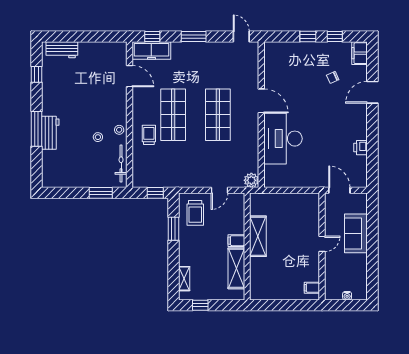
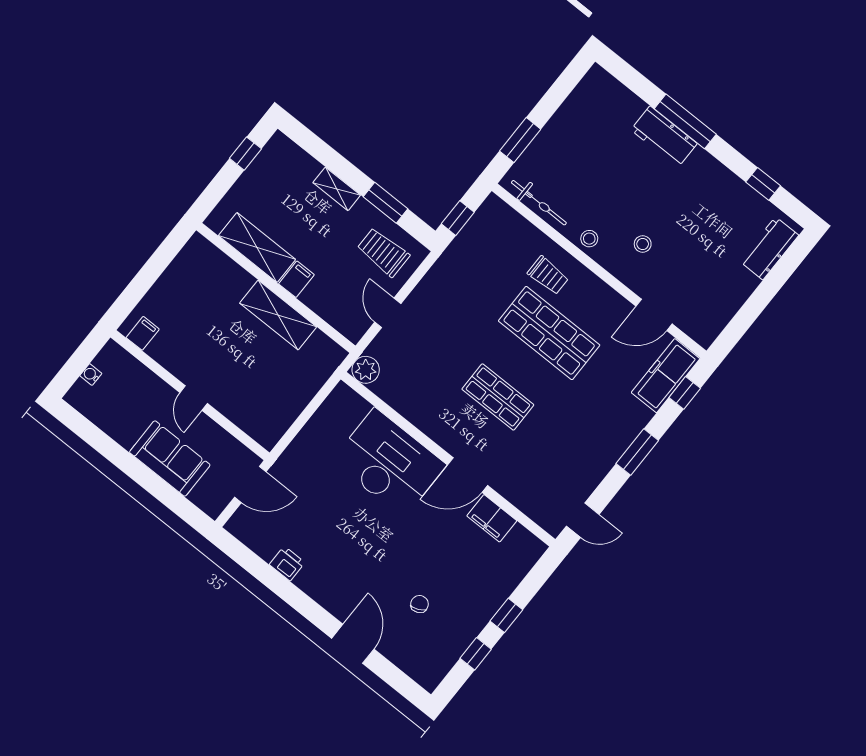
filing cabinet: (360, 53) -> (492, 518), moved, turned 180
shop shelf: (218, 115) -> (498, 397), width x0.70, depth x0.74
stool: (98, 137) -> (643, 244), moved
shelving: (184, 279) -> (337, 189), moved

